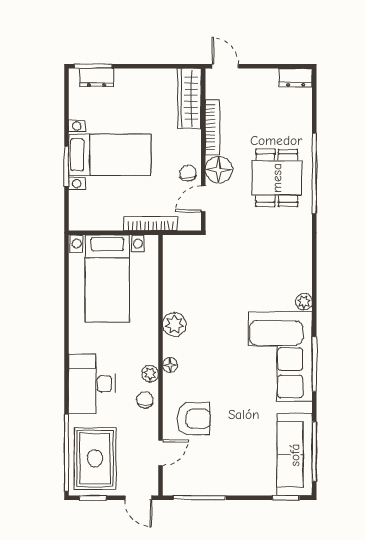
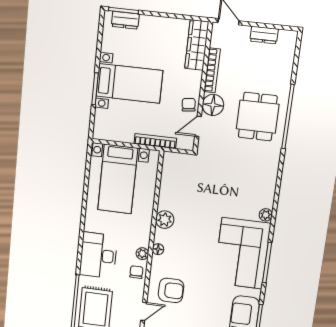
dresser: (296, 78) -> (264, 35), moved

